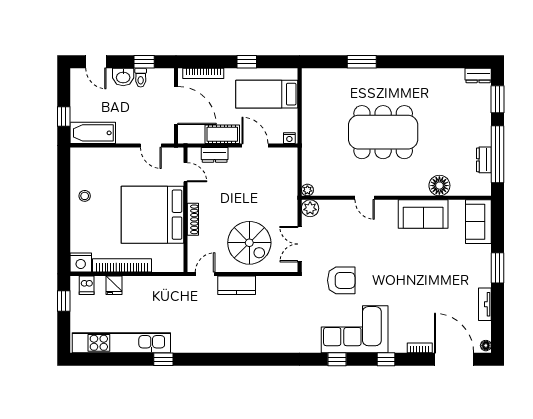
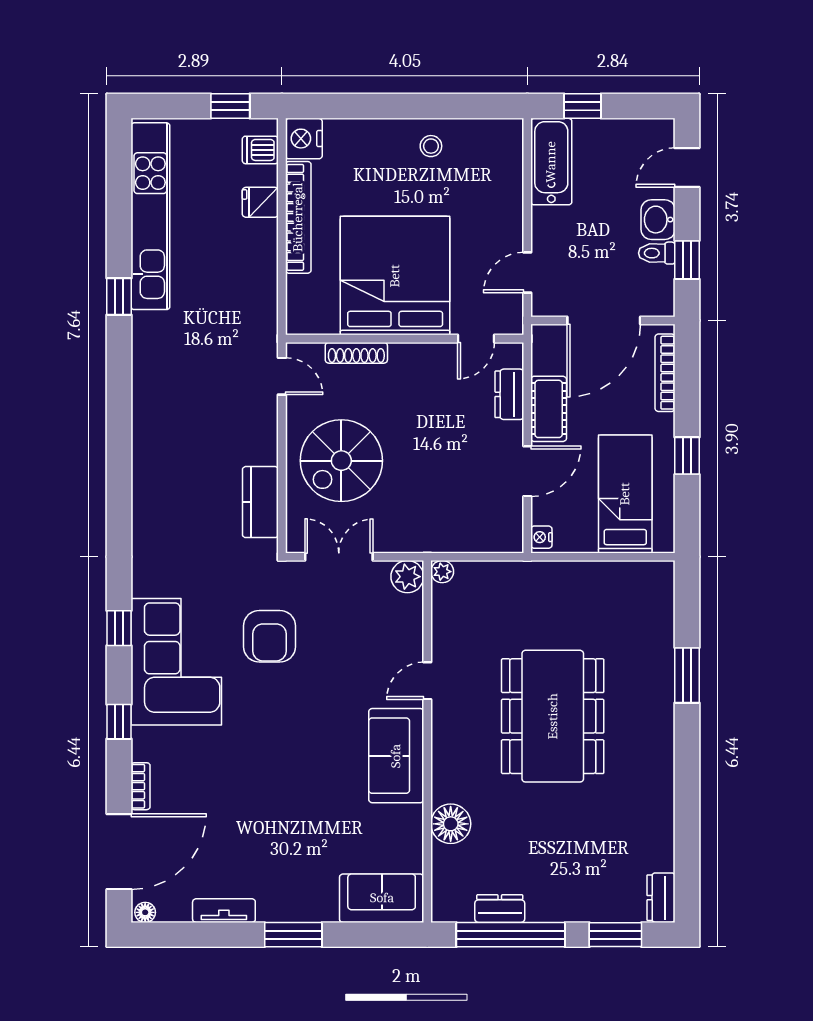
sofa: (423, 214) -> (396, 756), moved
shoe rack: (193, 219) -> (356, 353), moved
kitchen counter: (237, 285) -> (260, 502), moved

